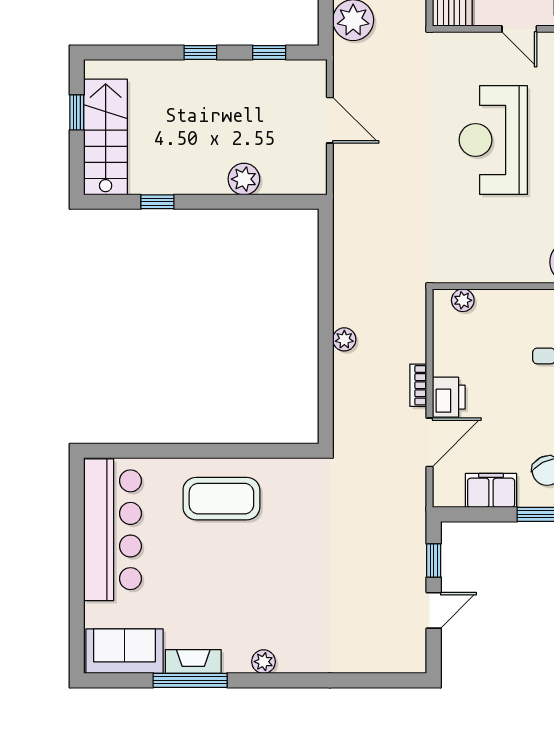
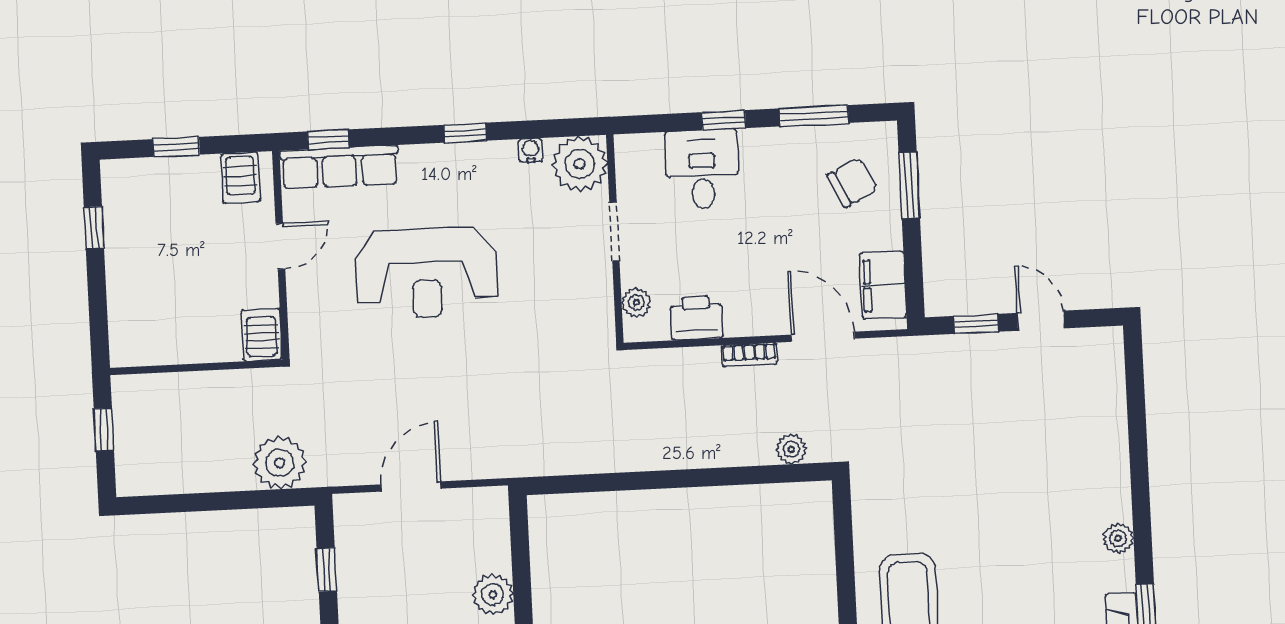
doorway: (518, 286) -> (614, 231), added
plant: (344, 339) -> (791, 449), moved
printer: (449, 397) -> (696, 318), moved
filing cabinet: (491, 490) -> (883, 285), moved

